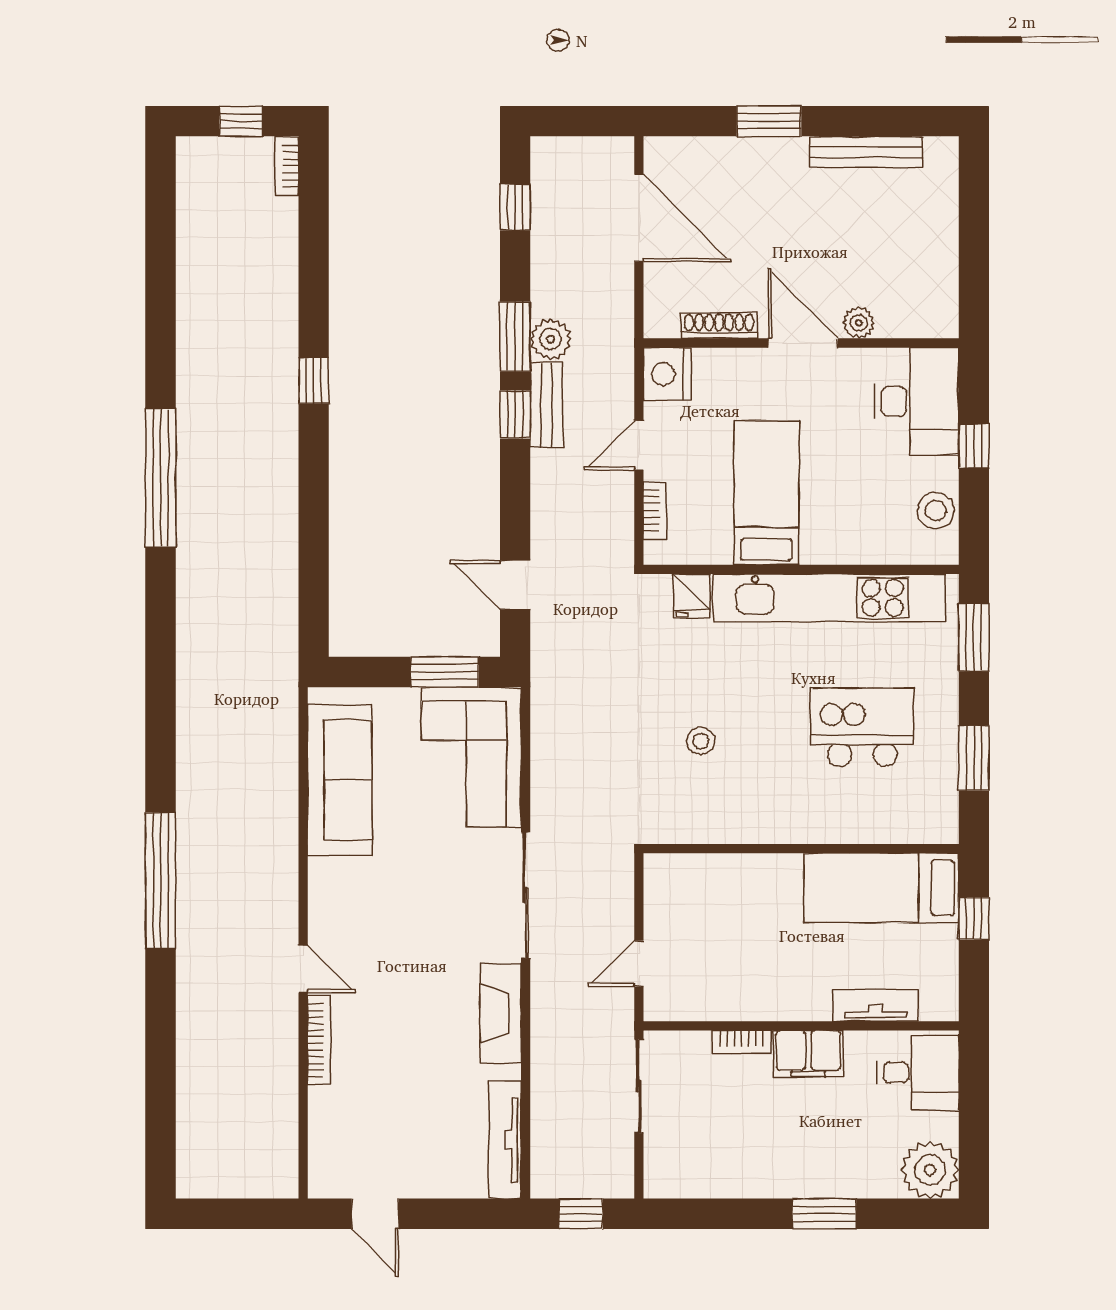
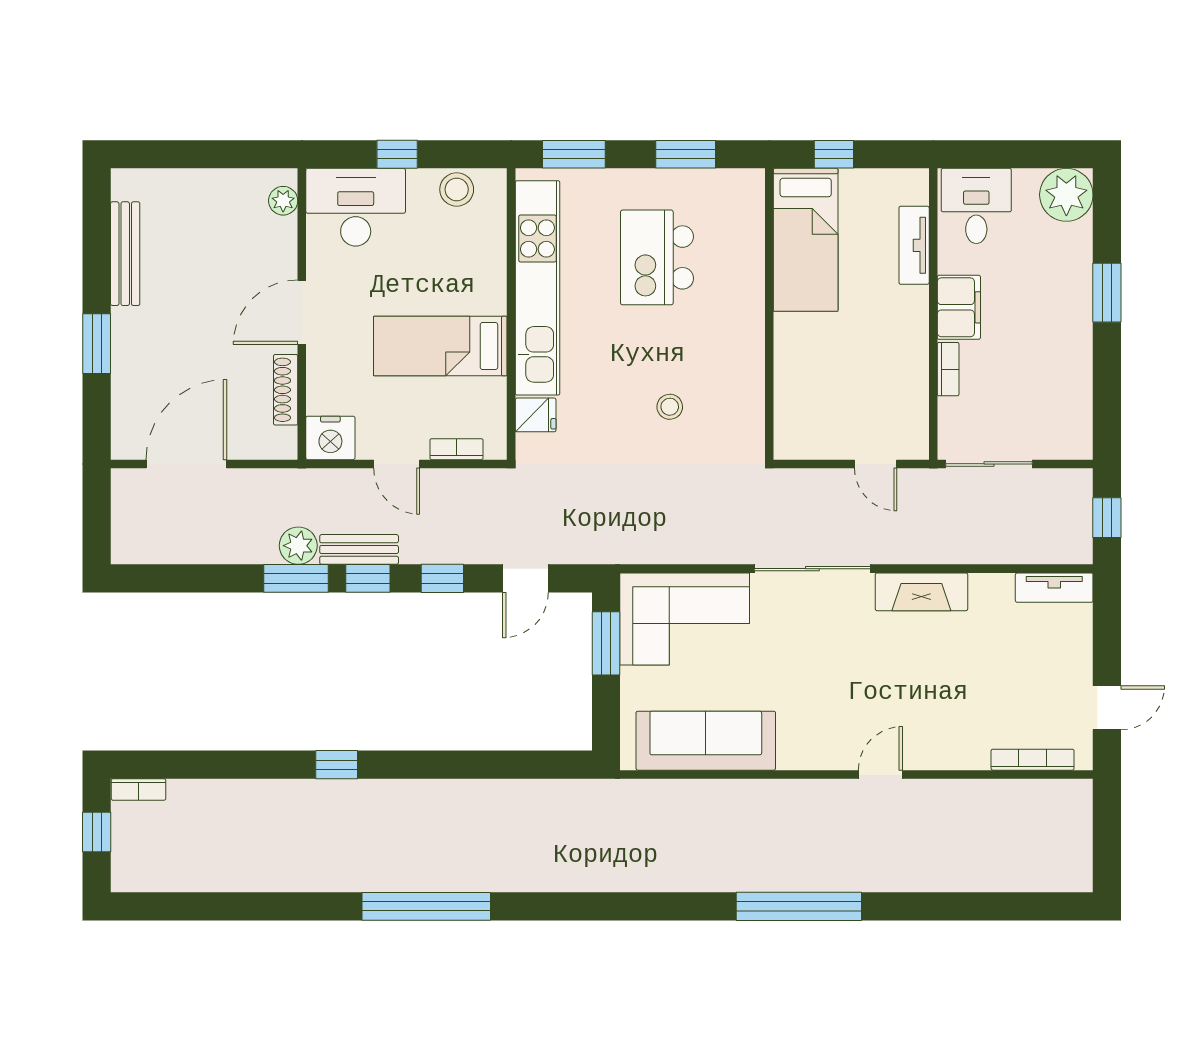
window: (515, 207) -> (442, 578), moved
plant: (859, 323) -> (283, 201), moved
bookcase: (319, 1040) -> (1033, 760), moved
tv unit: (505, 1140) -> (1054, 588), width x0.71

